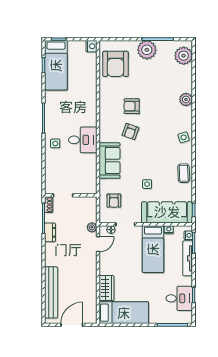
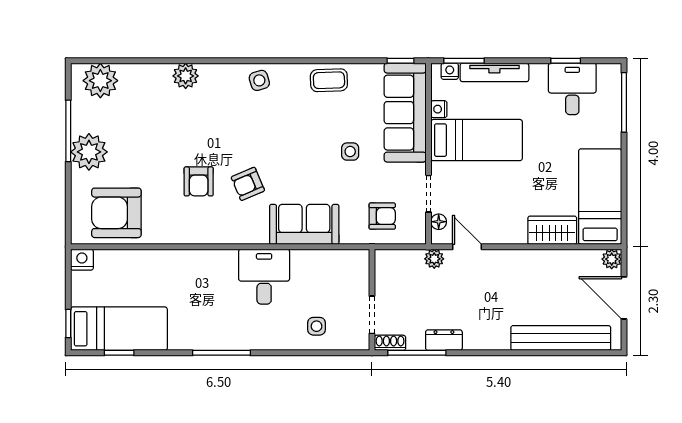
armchair: (116, 64) -> (116, 213), turned 180
armchair: (130, 132) -> (248, 184), turned 138
side table: (55, 143) -> (316, 326), moved
plant: (92, 319) -> (612, 259), added

